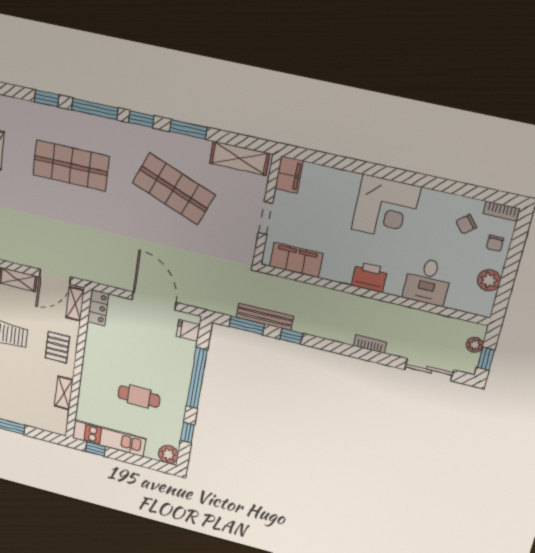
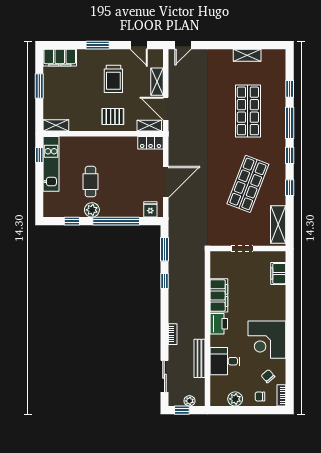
window: (188, 129) -> (290, 188), width x0.67
filing cabinet: (289, 175) -> (278, 274), moved, turned 90
corner desk: (386, 208) -> (267, 340), moved
filing cabinet: (296, 260) -> (219, 295), moved
bench: (265, 317) -> (199, 358), moved
shelving: (64, 393) -> (56, 125), moved
plant: (168, 454) -> (92, 210), moved

